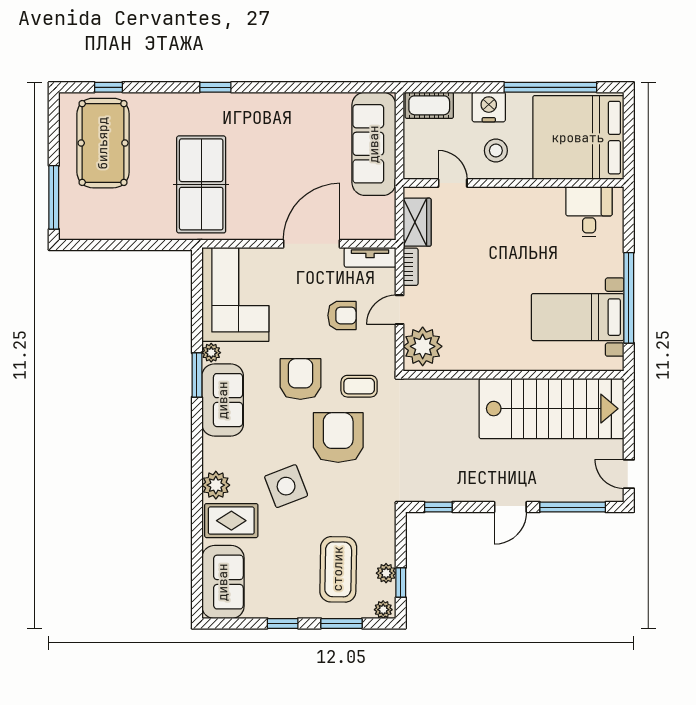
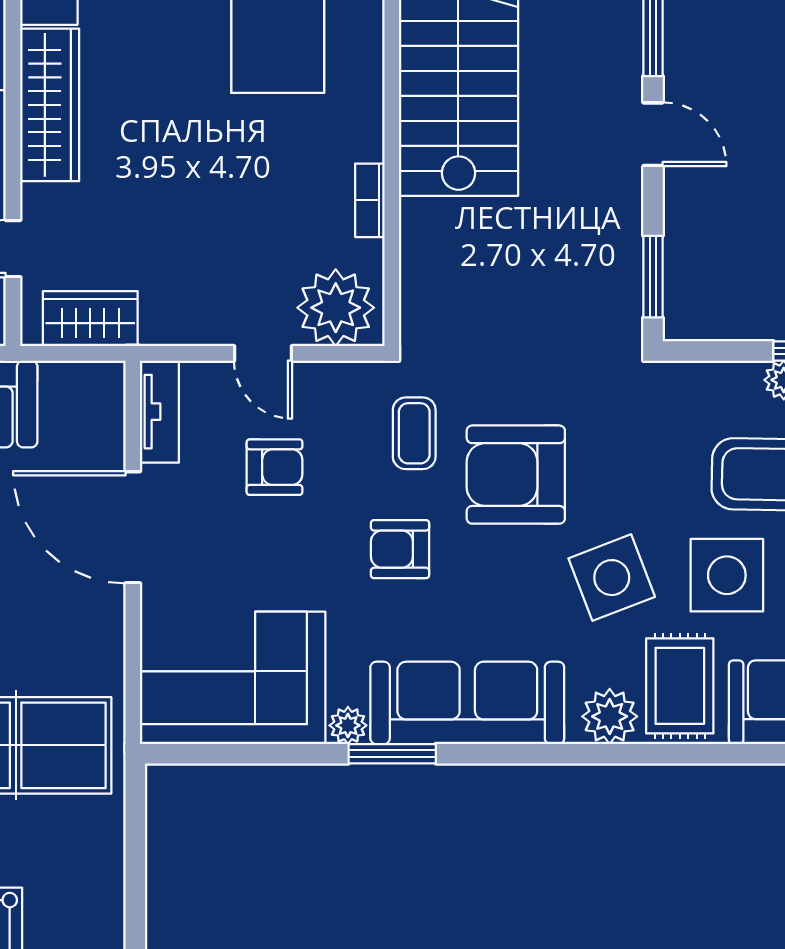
wardrobe: (525, 202) -> (50, 105), added
bookcase: (411, 267) -> (370, 200), moved, turned -90
armchair: (342, 315) -> (274, 467), turned 90
armchair: (300, 379) -> (400, 549), width x0.72, depth x0.72
sofa: (223, 400) -> (467, 703), width x1.36
window: (438, 507) -> (653, 277), width x1.50
side table: (287, 544) -> (727, 575), added

